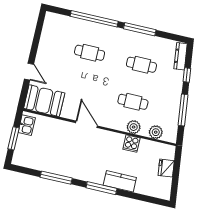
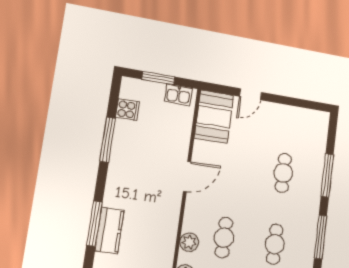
window: (94, 19) -> (327, 175), width x0.68
cooker: (131, 144) -> (128, 110), moved, turned 180
window: (101, 188) -> (94, 224), moved

